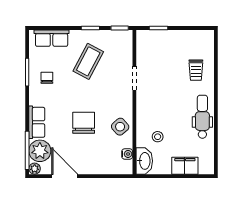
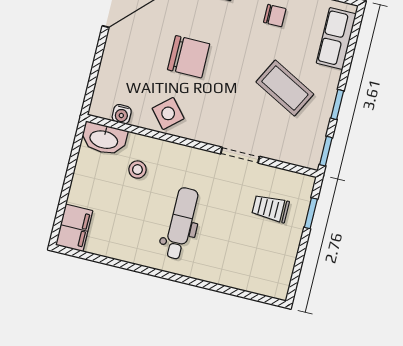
trolley: (196, 70) -> (270, 208), moved
dental chair: (202, 117) -> (181, 223), moved, turned -90
filing cabinet: (185, 166) -> (74, 228), moved

